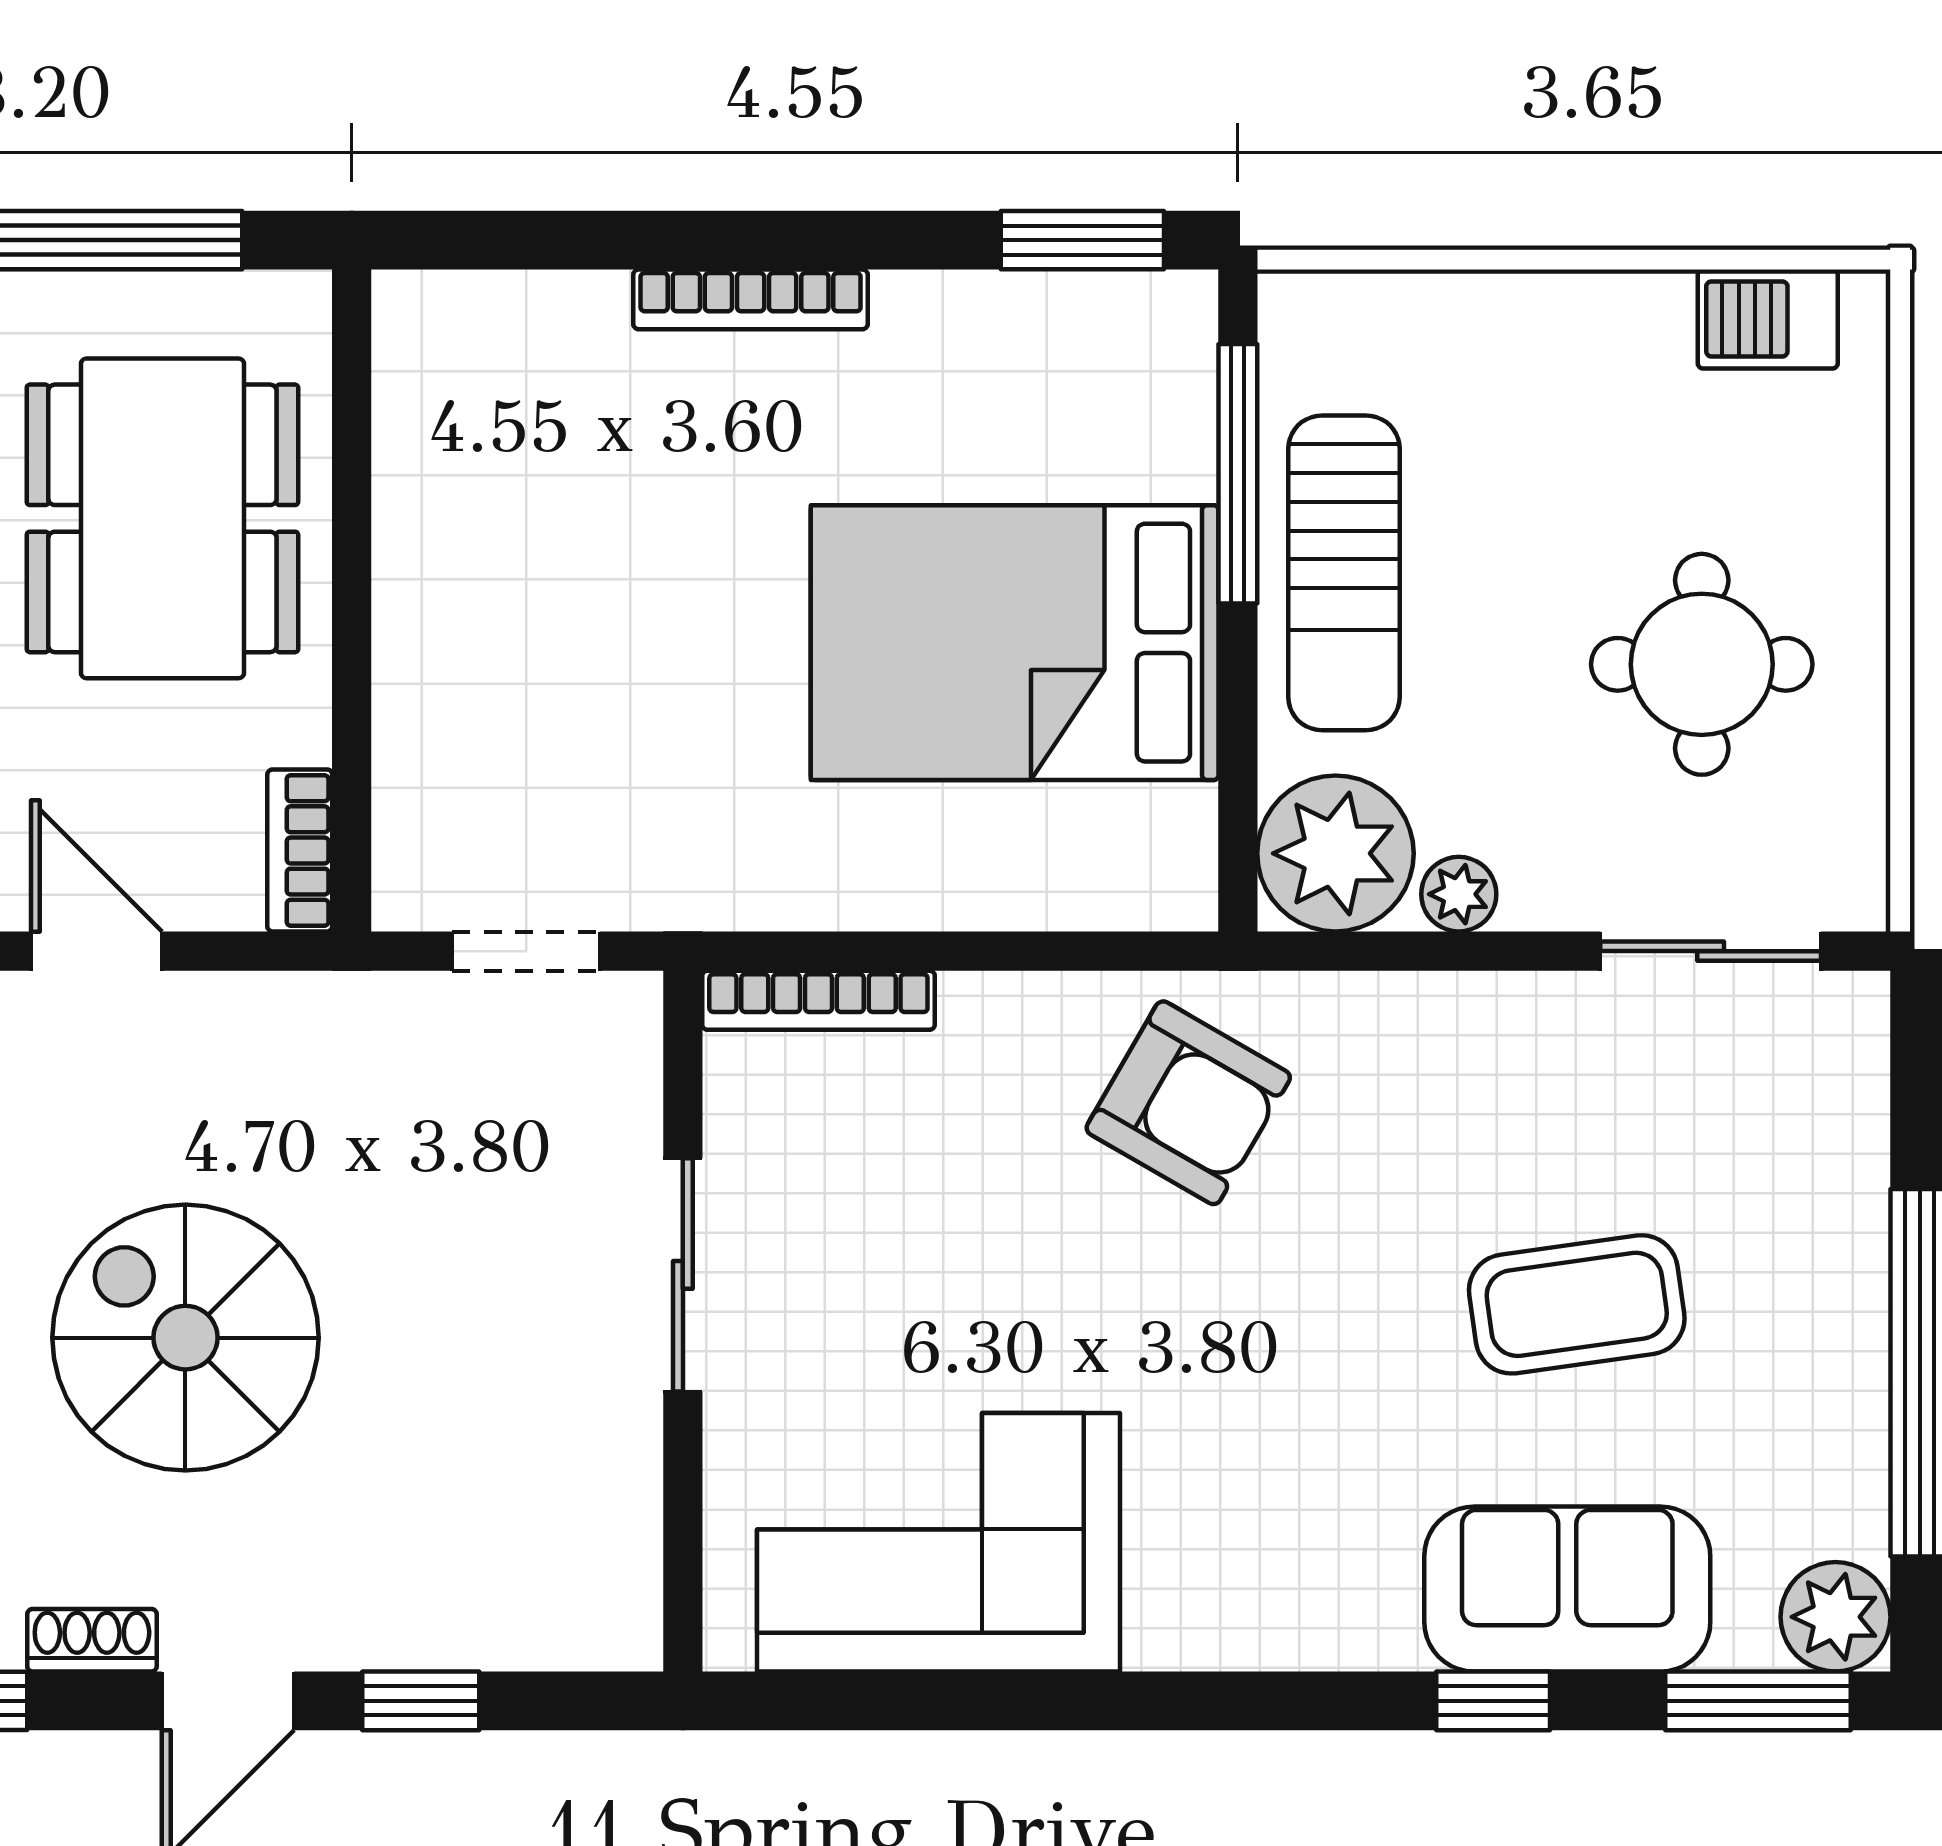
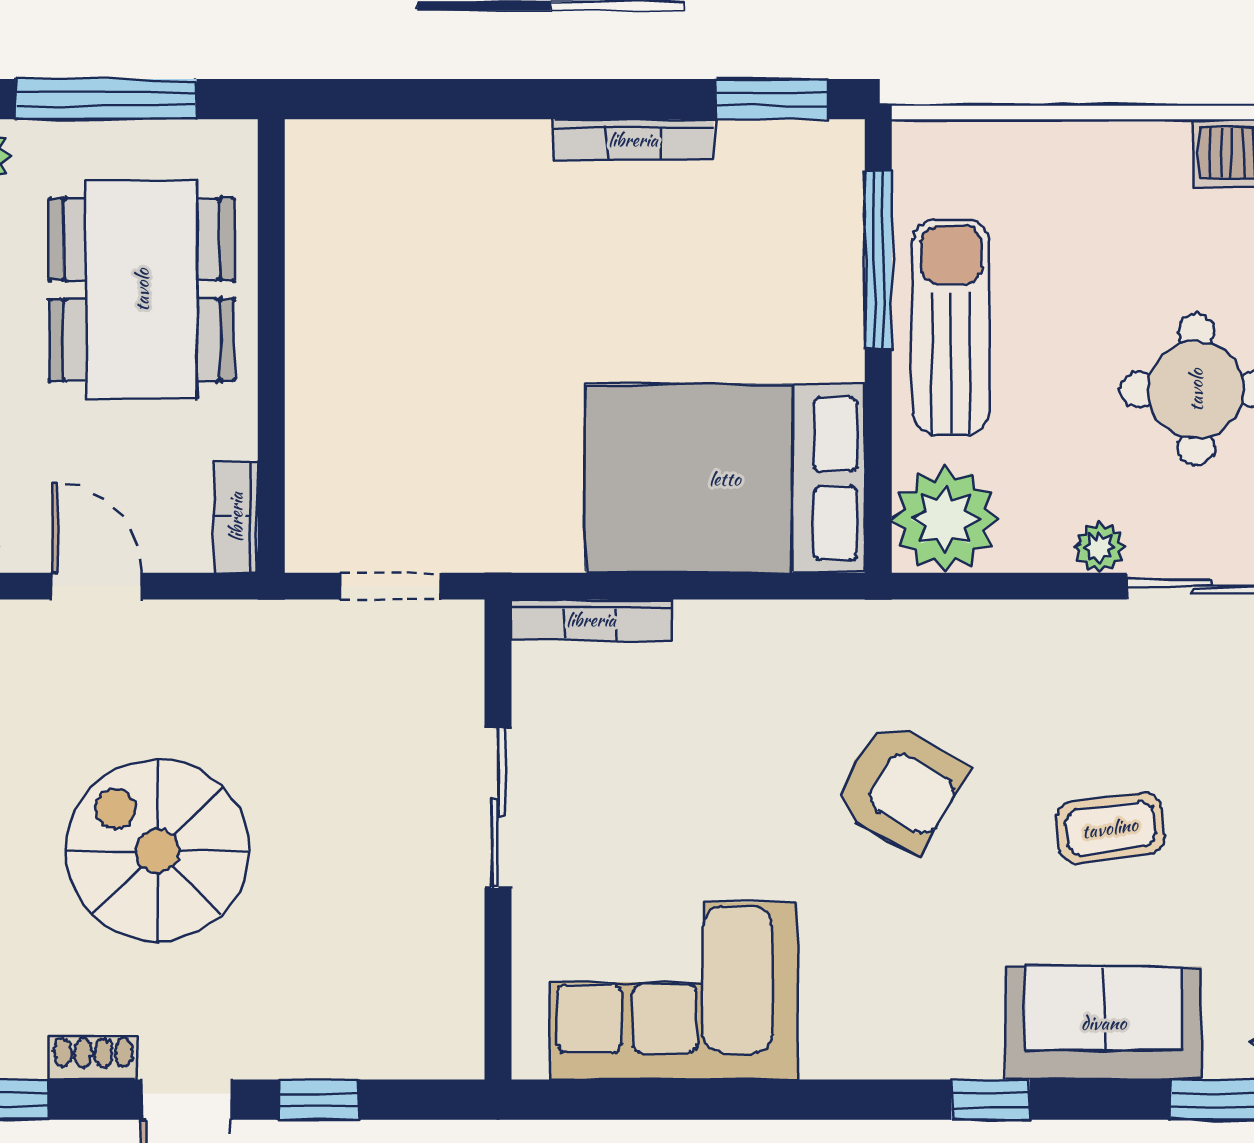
bookcase: (751, 299) -> (633, 140), moved
sun lounger: (1344, 573) -> (951, 327), turned 180
bed: (1015, 643) -> (725, 479), moved
plant: (1459, 894) -> (1100, 547), moved
armchair: (1188, 1103) -> (900, 787), moved
coffee table: (1577, 1304) -> (1110, 828), width x0.73, depth x0.77
window: (1493, 1701) -> (990, 1100), moved

